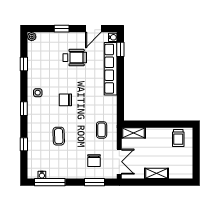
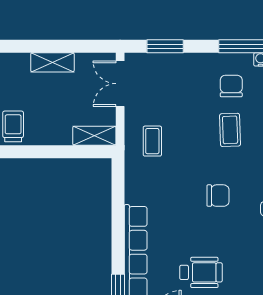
wheelchair: (75, 58) -> (201, 272), turned 180
chair: (94, 161) -> (231, 86), moved

